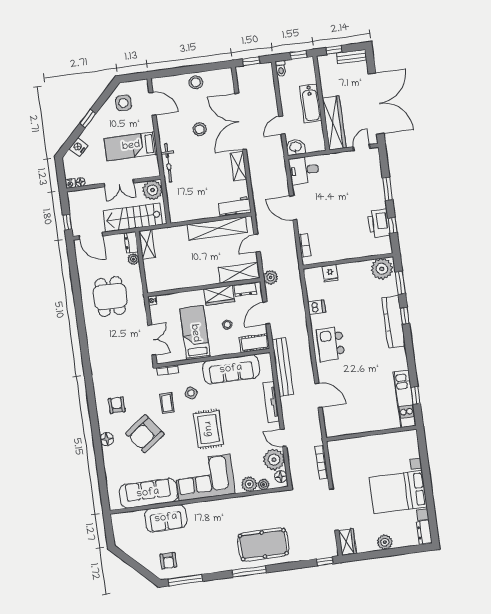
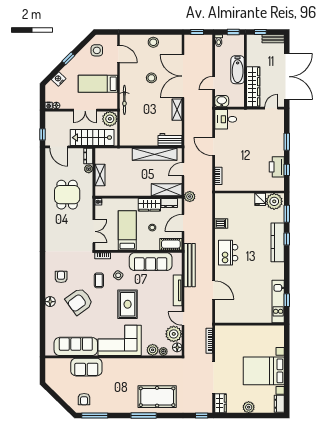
shelving: (147, 244) -> (100, 175), moved
fridge: (330, 273) -> (260, 199), moved

